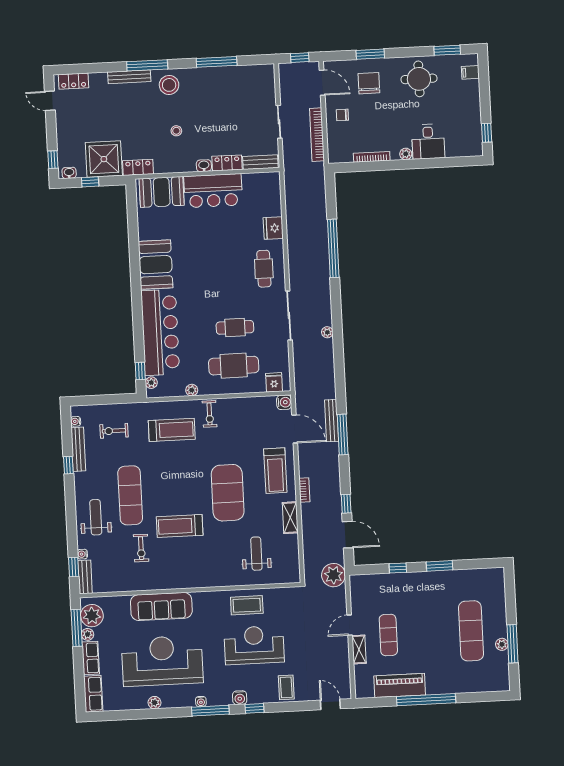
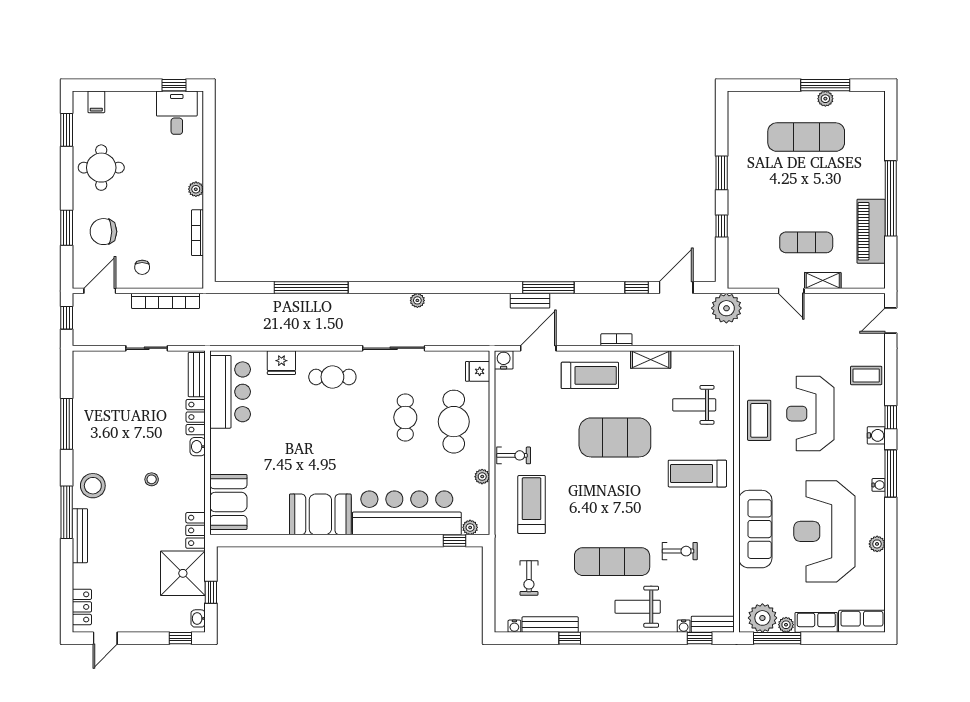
desk: (428, 142) -> (177, 113), moved, turned -90
bar counter: (213, 191) -> (230, 392), moved
bench: (332, 421) -> (530, 301), width x0.73
treadmill: (180, 526) -> (697, 474), moved, turned 90

